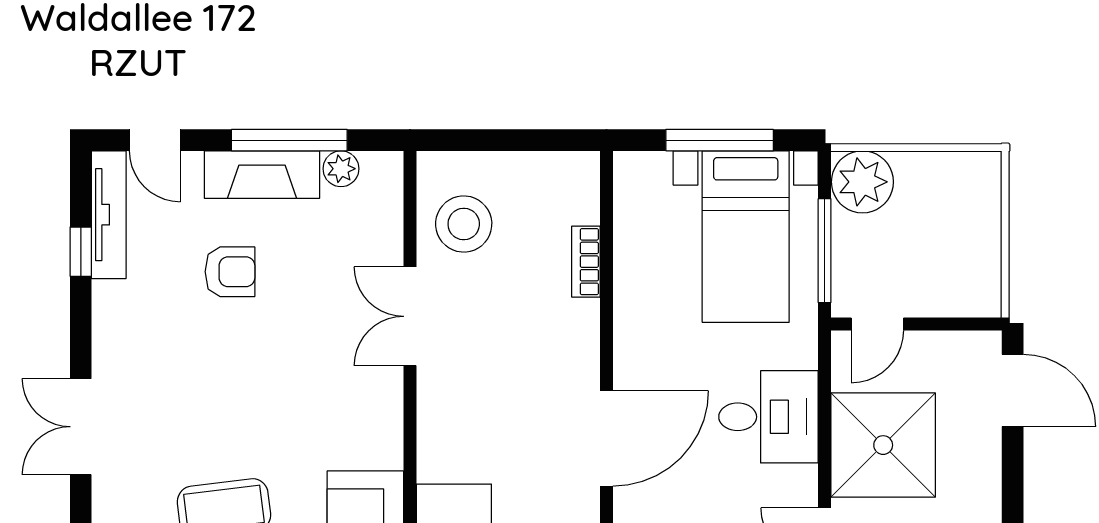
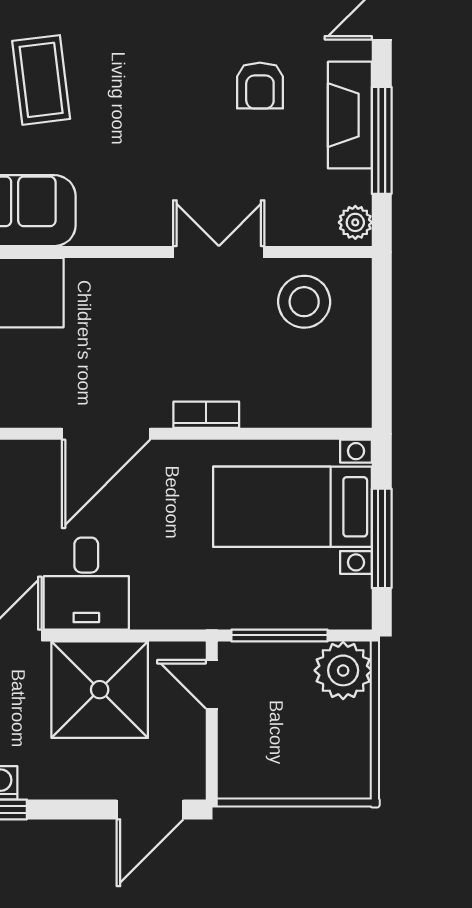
plant: (341, 169) -> (355, 222), moved
bed with nightstands: (746, 237) -> (293, 507), moved
bookcase: (586, 262) -> (206, 415), moved
desk: (768, 417) -> (86, 584), moved
door: (607, 438) -> (106, 434), hinge flipped

